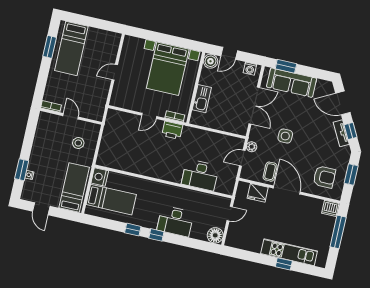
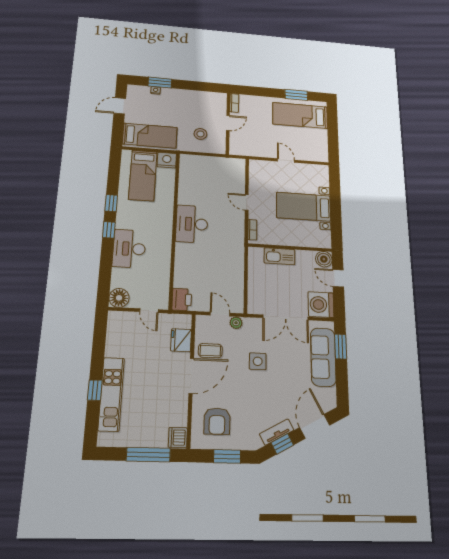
bed with nightstands: (168, 69) -> (304, 207), width x0.73
washing machine: (250, 69) -> (321, 305), width x1.89, depth x1.89
printer: (172, 130) -> (182, 299), moved, turned 180
desk: (200, 175) -> (192, 224), moved

